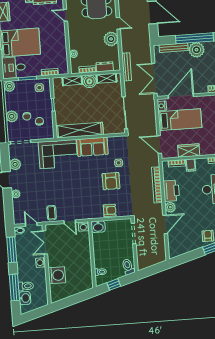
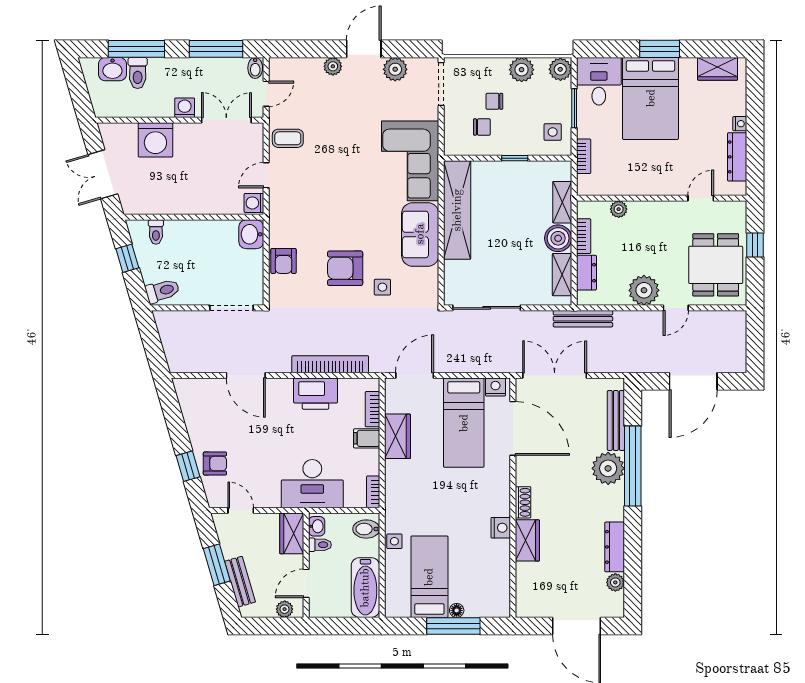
plant: (12, 116) -> (522, 70), moved
plant: (170, 207) -> (281, 389), removed
double door: (75, 299) -> (103, 174), added

